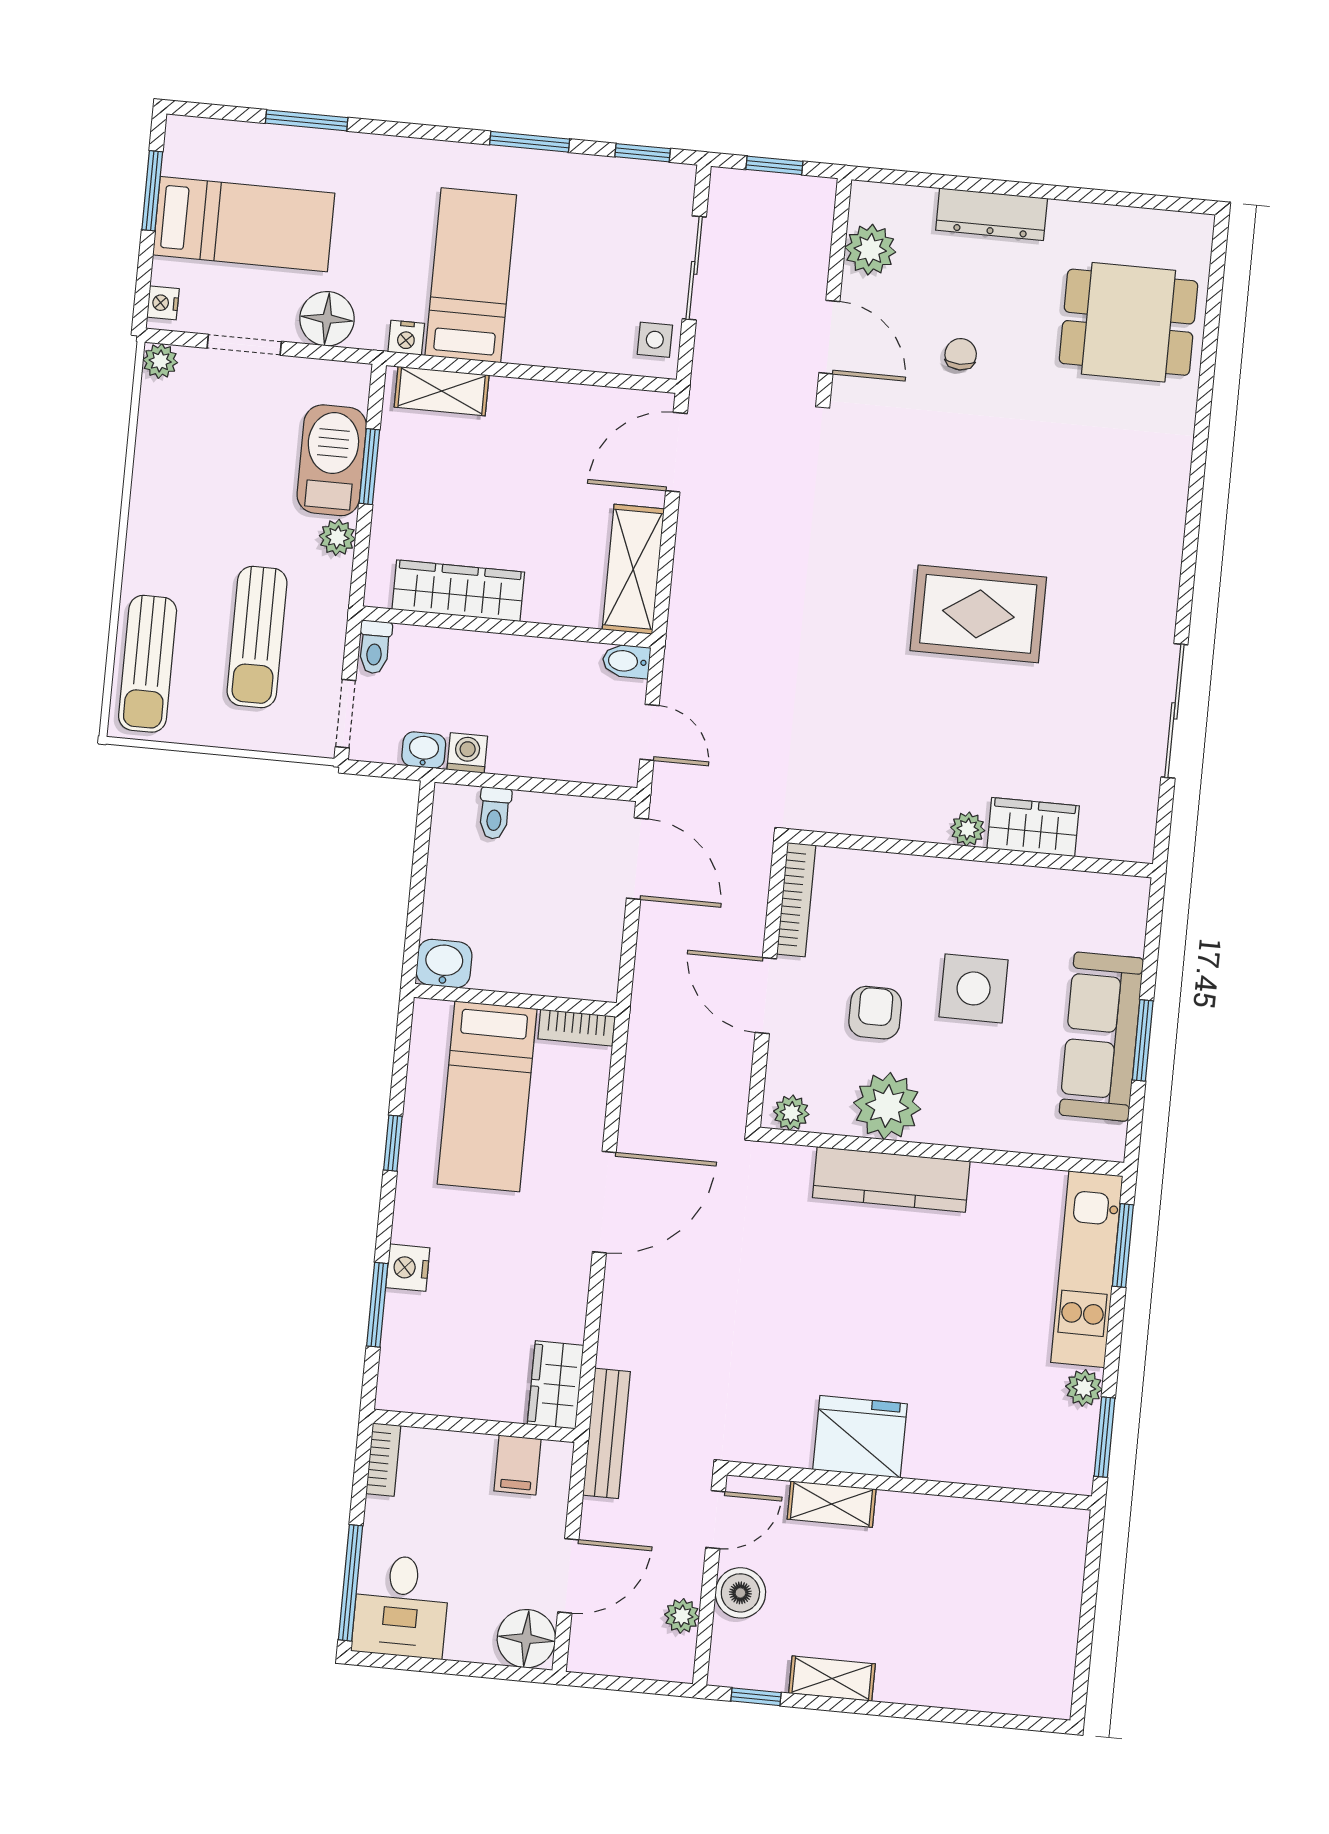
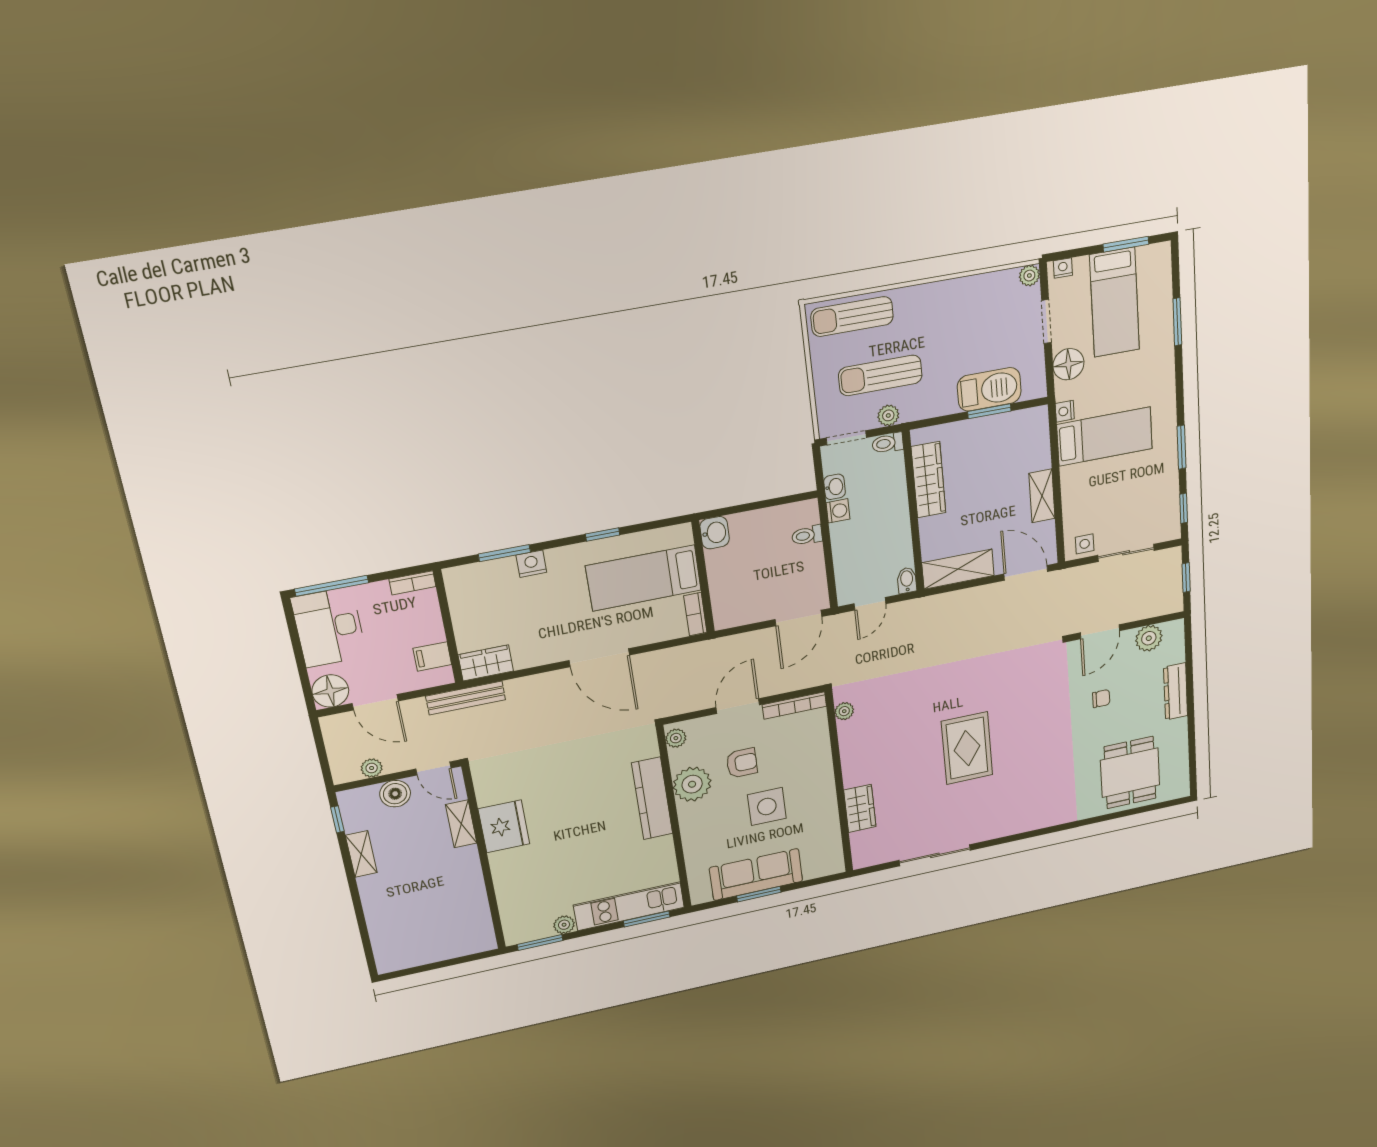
shelving: (442, 391) -> (1042, 496), moved
plant: (337, 537) -> (888, 415), moved
plant: (968, 829) -> (844, 711), moved
desk: (401, 1606) -> (329, 627), width x1.37

